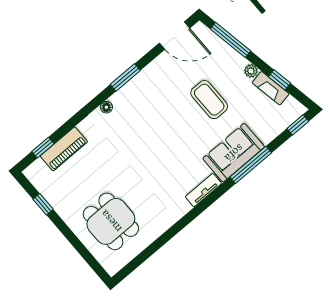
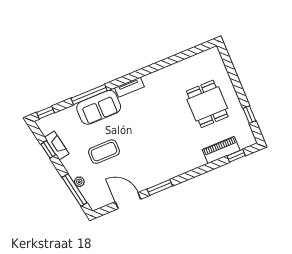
door: (174, 36) -> (128, 201), moved
plant: (251, 71) -> (79, 182), moved
coffee table: (209, 100) -> (104, 152), turned 90
floor lamp: (106, 107) -> (180, 170), removed
dining table: (111, 221) -> (207, 104), moved

